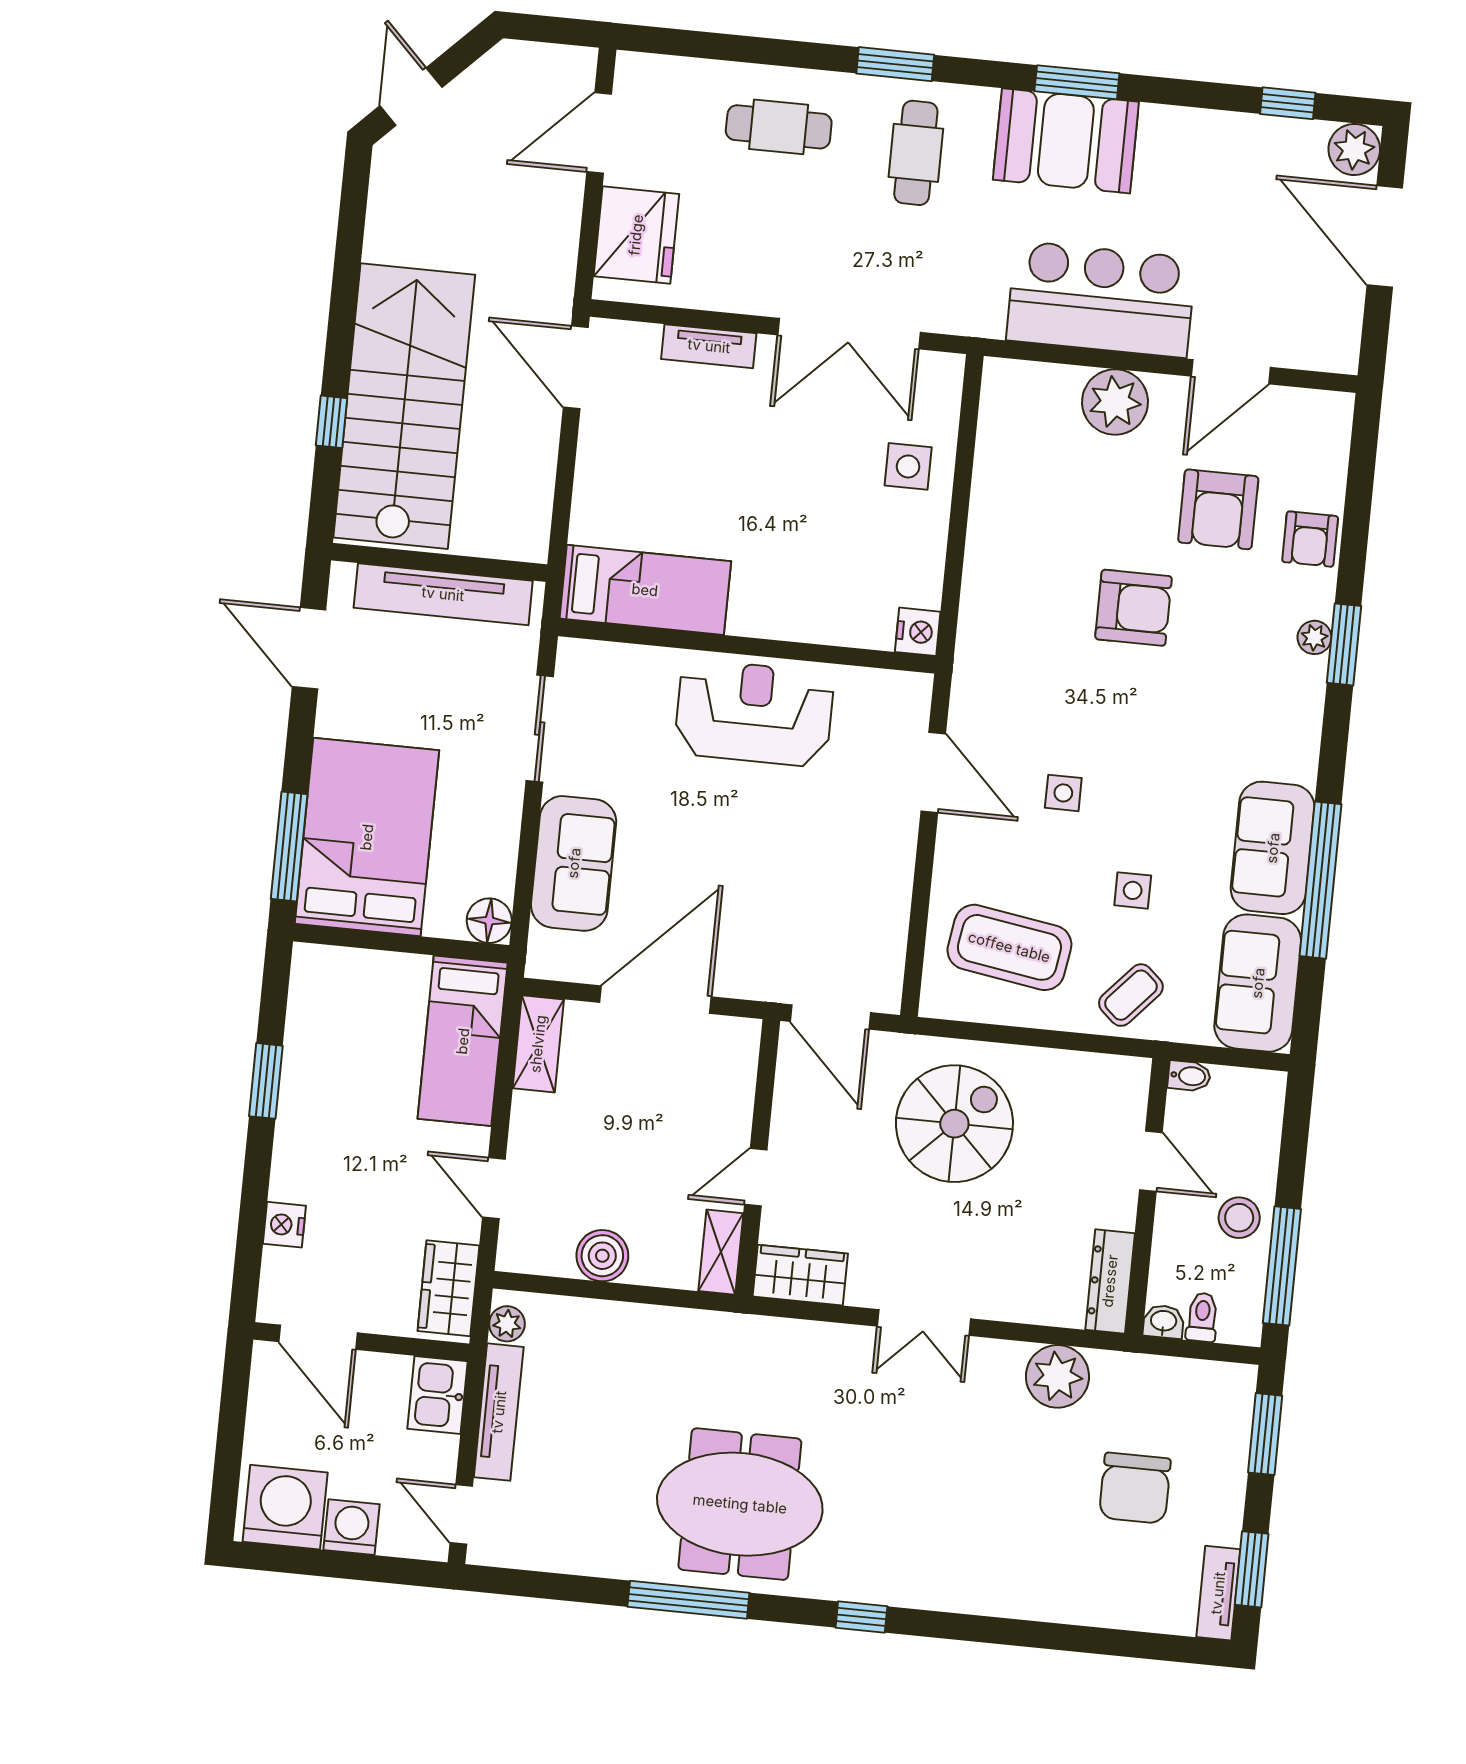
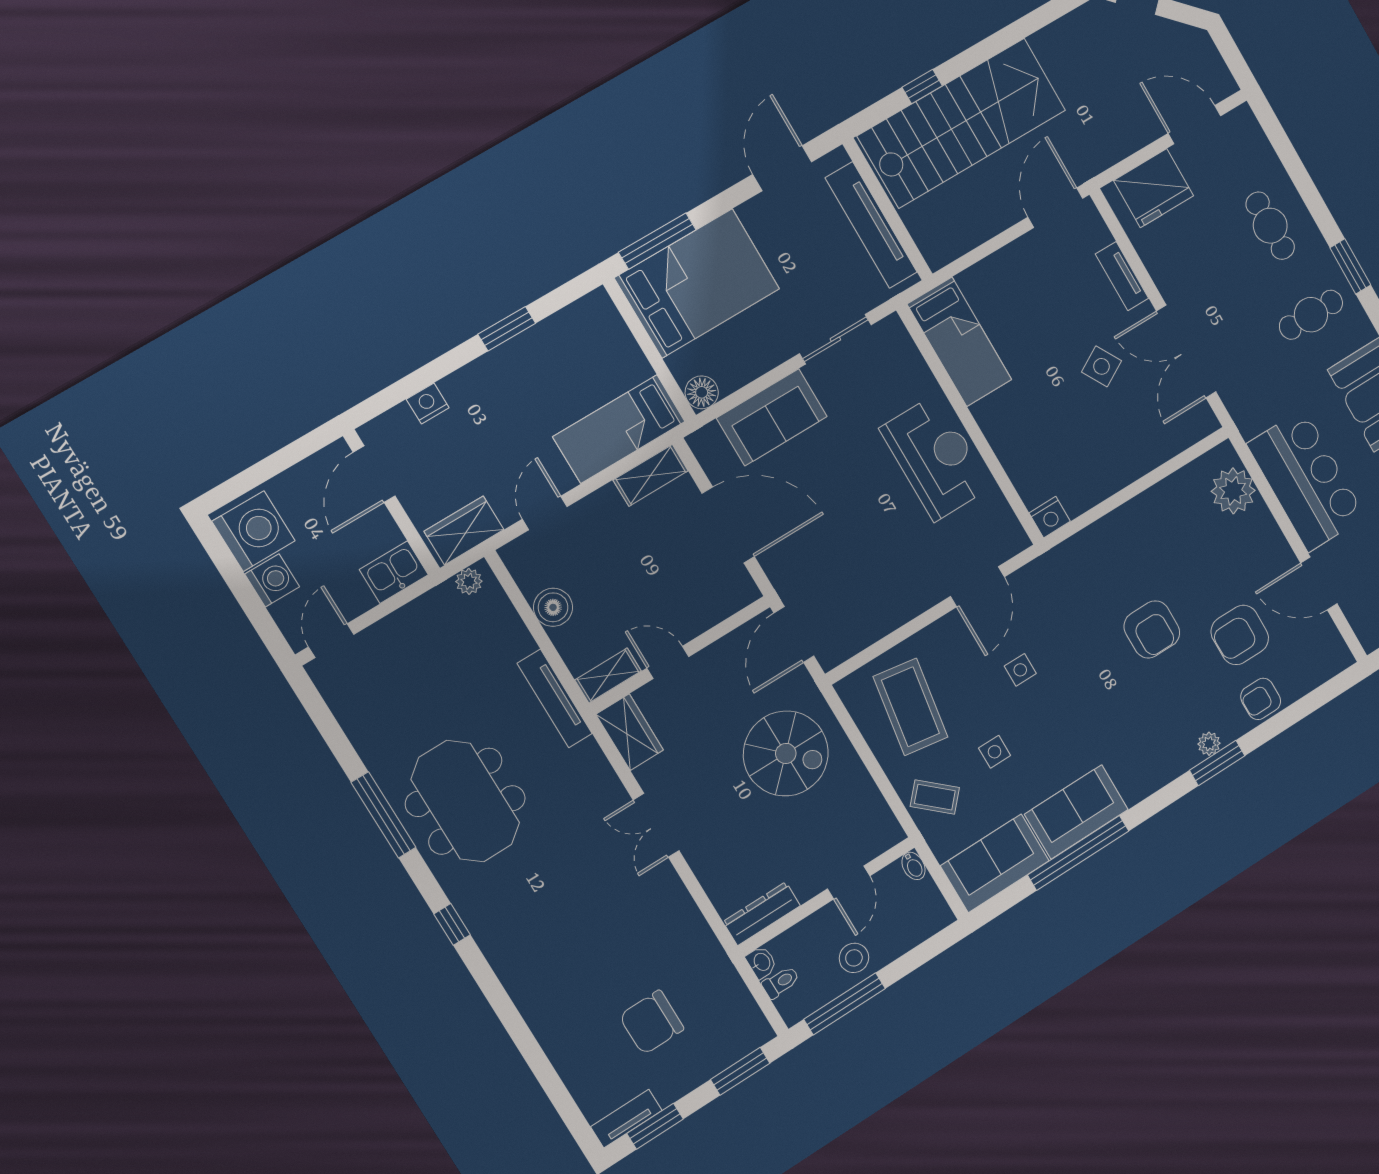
plant: (1115, 402) -> (1233, 491), moved
side table: (908, 466) -> (1102, 366), moved, turned -30
plant: (1057, 1376) -> (683, 927), removed
tv unit: (499, 1412) -> (555, 698), moved, turned 90

